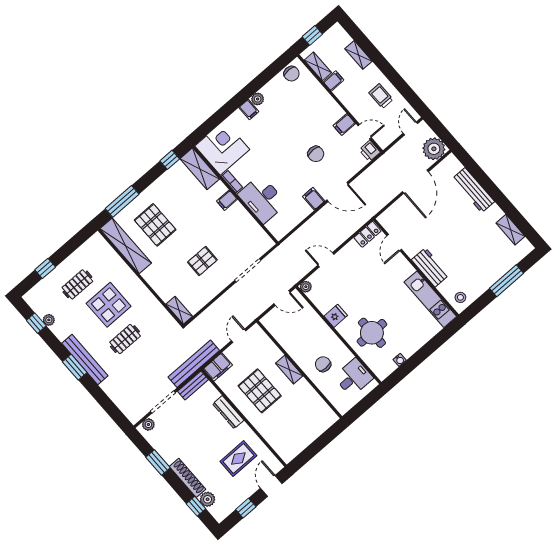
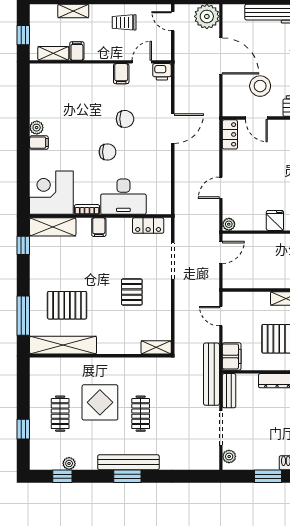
chair: (292, 74) -> (108, 152), moved
filing cabinet: (314, 199) -> (161, 153), removed
stool: (418, 226) -> (260, 86), added
locker: (257, 233) -> (148, 226), added

